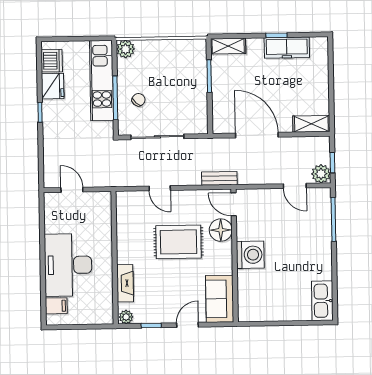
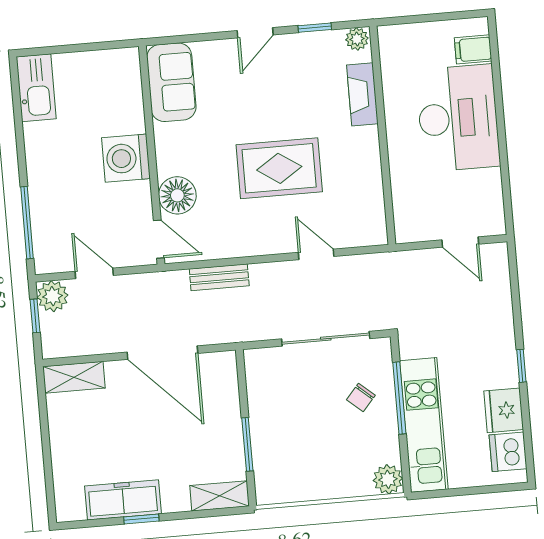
door: (234, 204) -> (159, 239), moved
floor lamp: (221, 230) -> (177, 195), moved
washing machine: (250, 255) -> (126, 158), moved
wall: (235, 256) -> (152, 155), moved
sofa: (220, 299) -> (171, 82), moved

